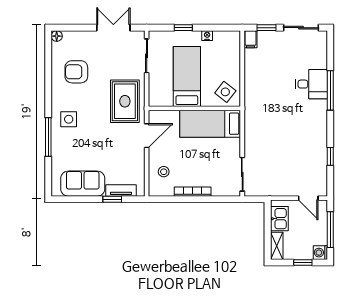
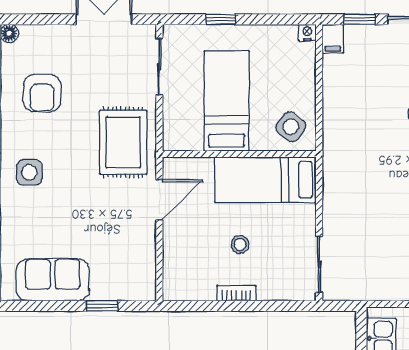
nightstand: (207, 36) -> (307, 33), moved
armchair: (76, 72) -> (42, 93), turned -90
stool: (164, 172) -> (240, 245), moved
tv unit: (121, 190) -> (117, 291), removed
bookcase: (193, 192) -> (236, 293), width x0.64

